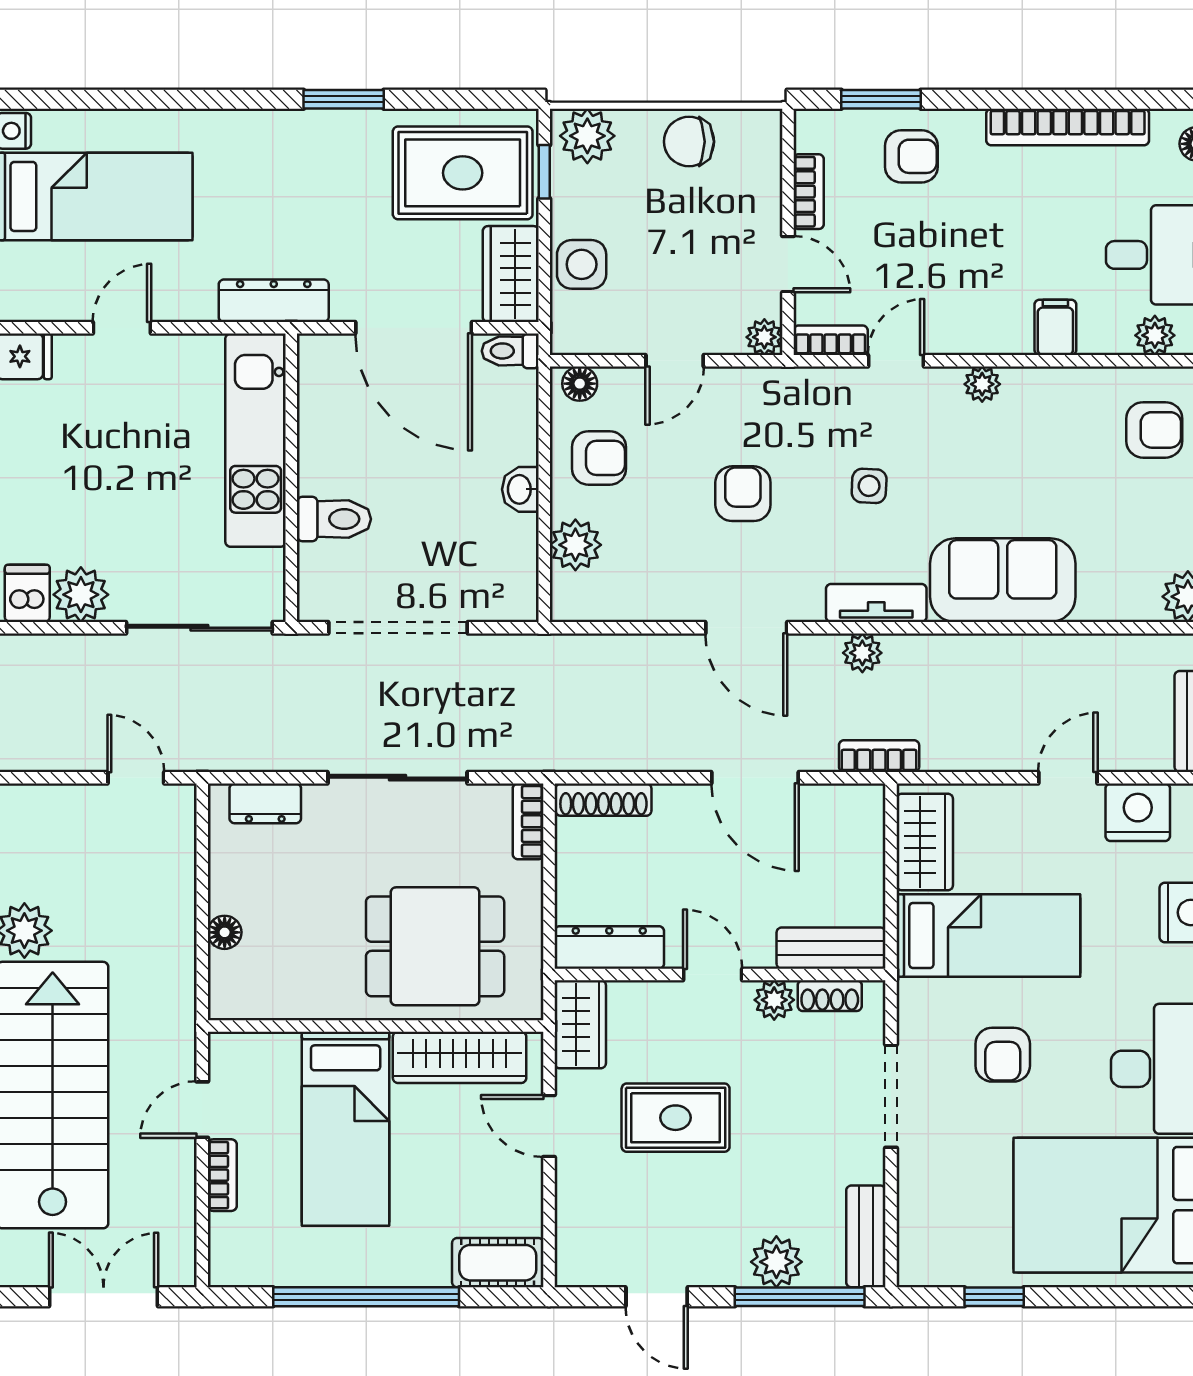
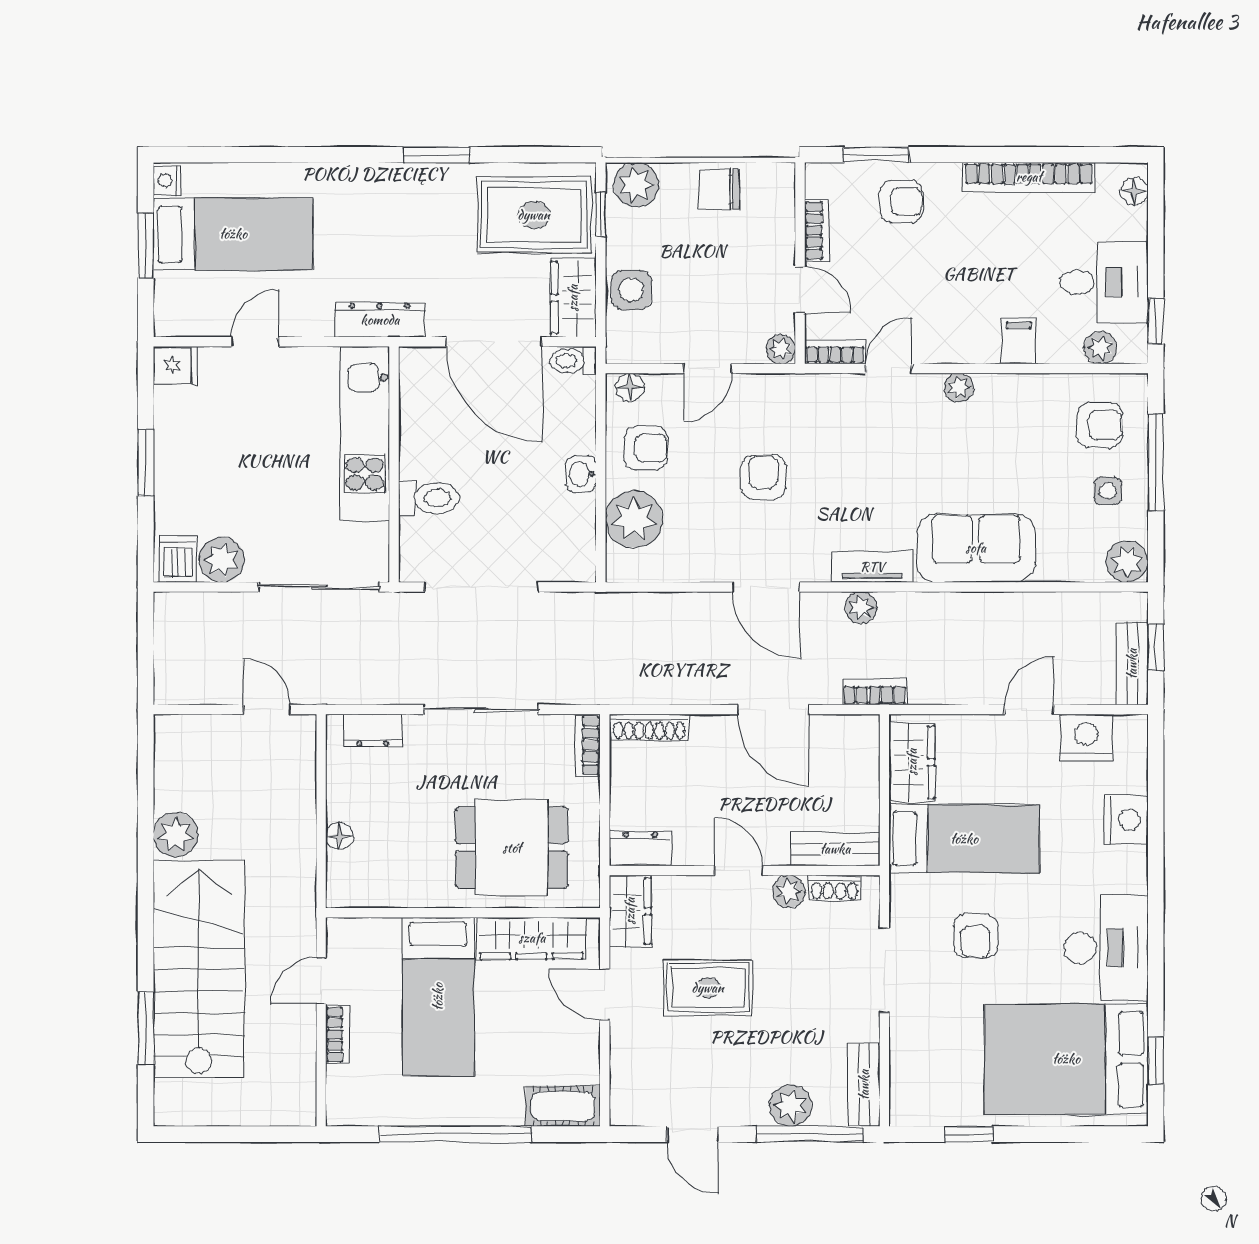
side table: (869, 486) -> (1108, 491), moved
plant: (575, 545) -> (634, 519), width x1.36, depth x1.36
dresser: (609, 947) -> (640, 848), width x0.70
double door: (104, 1297) -> (240, 1134), removed

